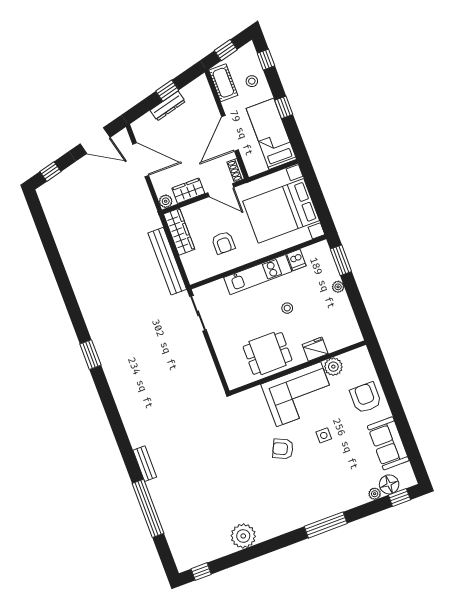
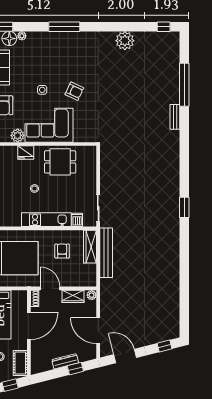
window: (167, 91) -> (75, 369), moved
wardrobe: (179, 232) -> (90, 247), moved
dishwasher: (296, 260) -> (77, 220), moved

